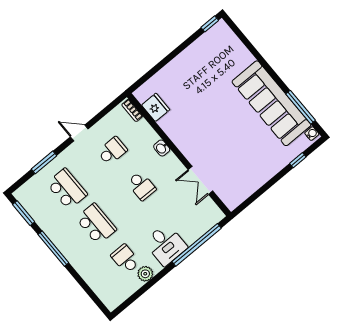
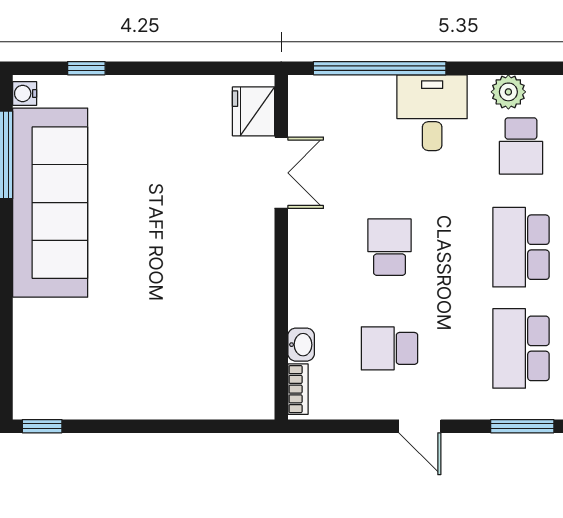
fridge: (156, 107) -> (254, 111), moved
washbasin: (162, 148) -> (301, 345), moved

